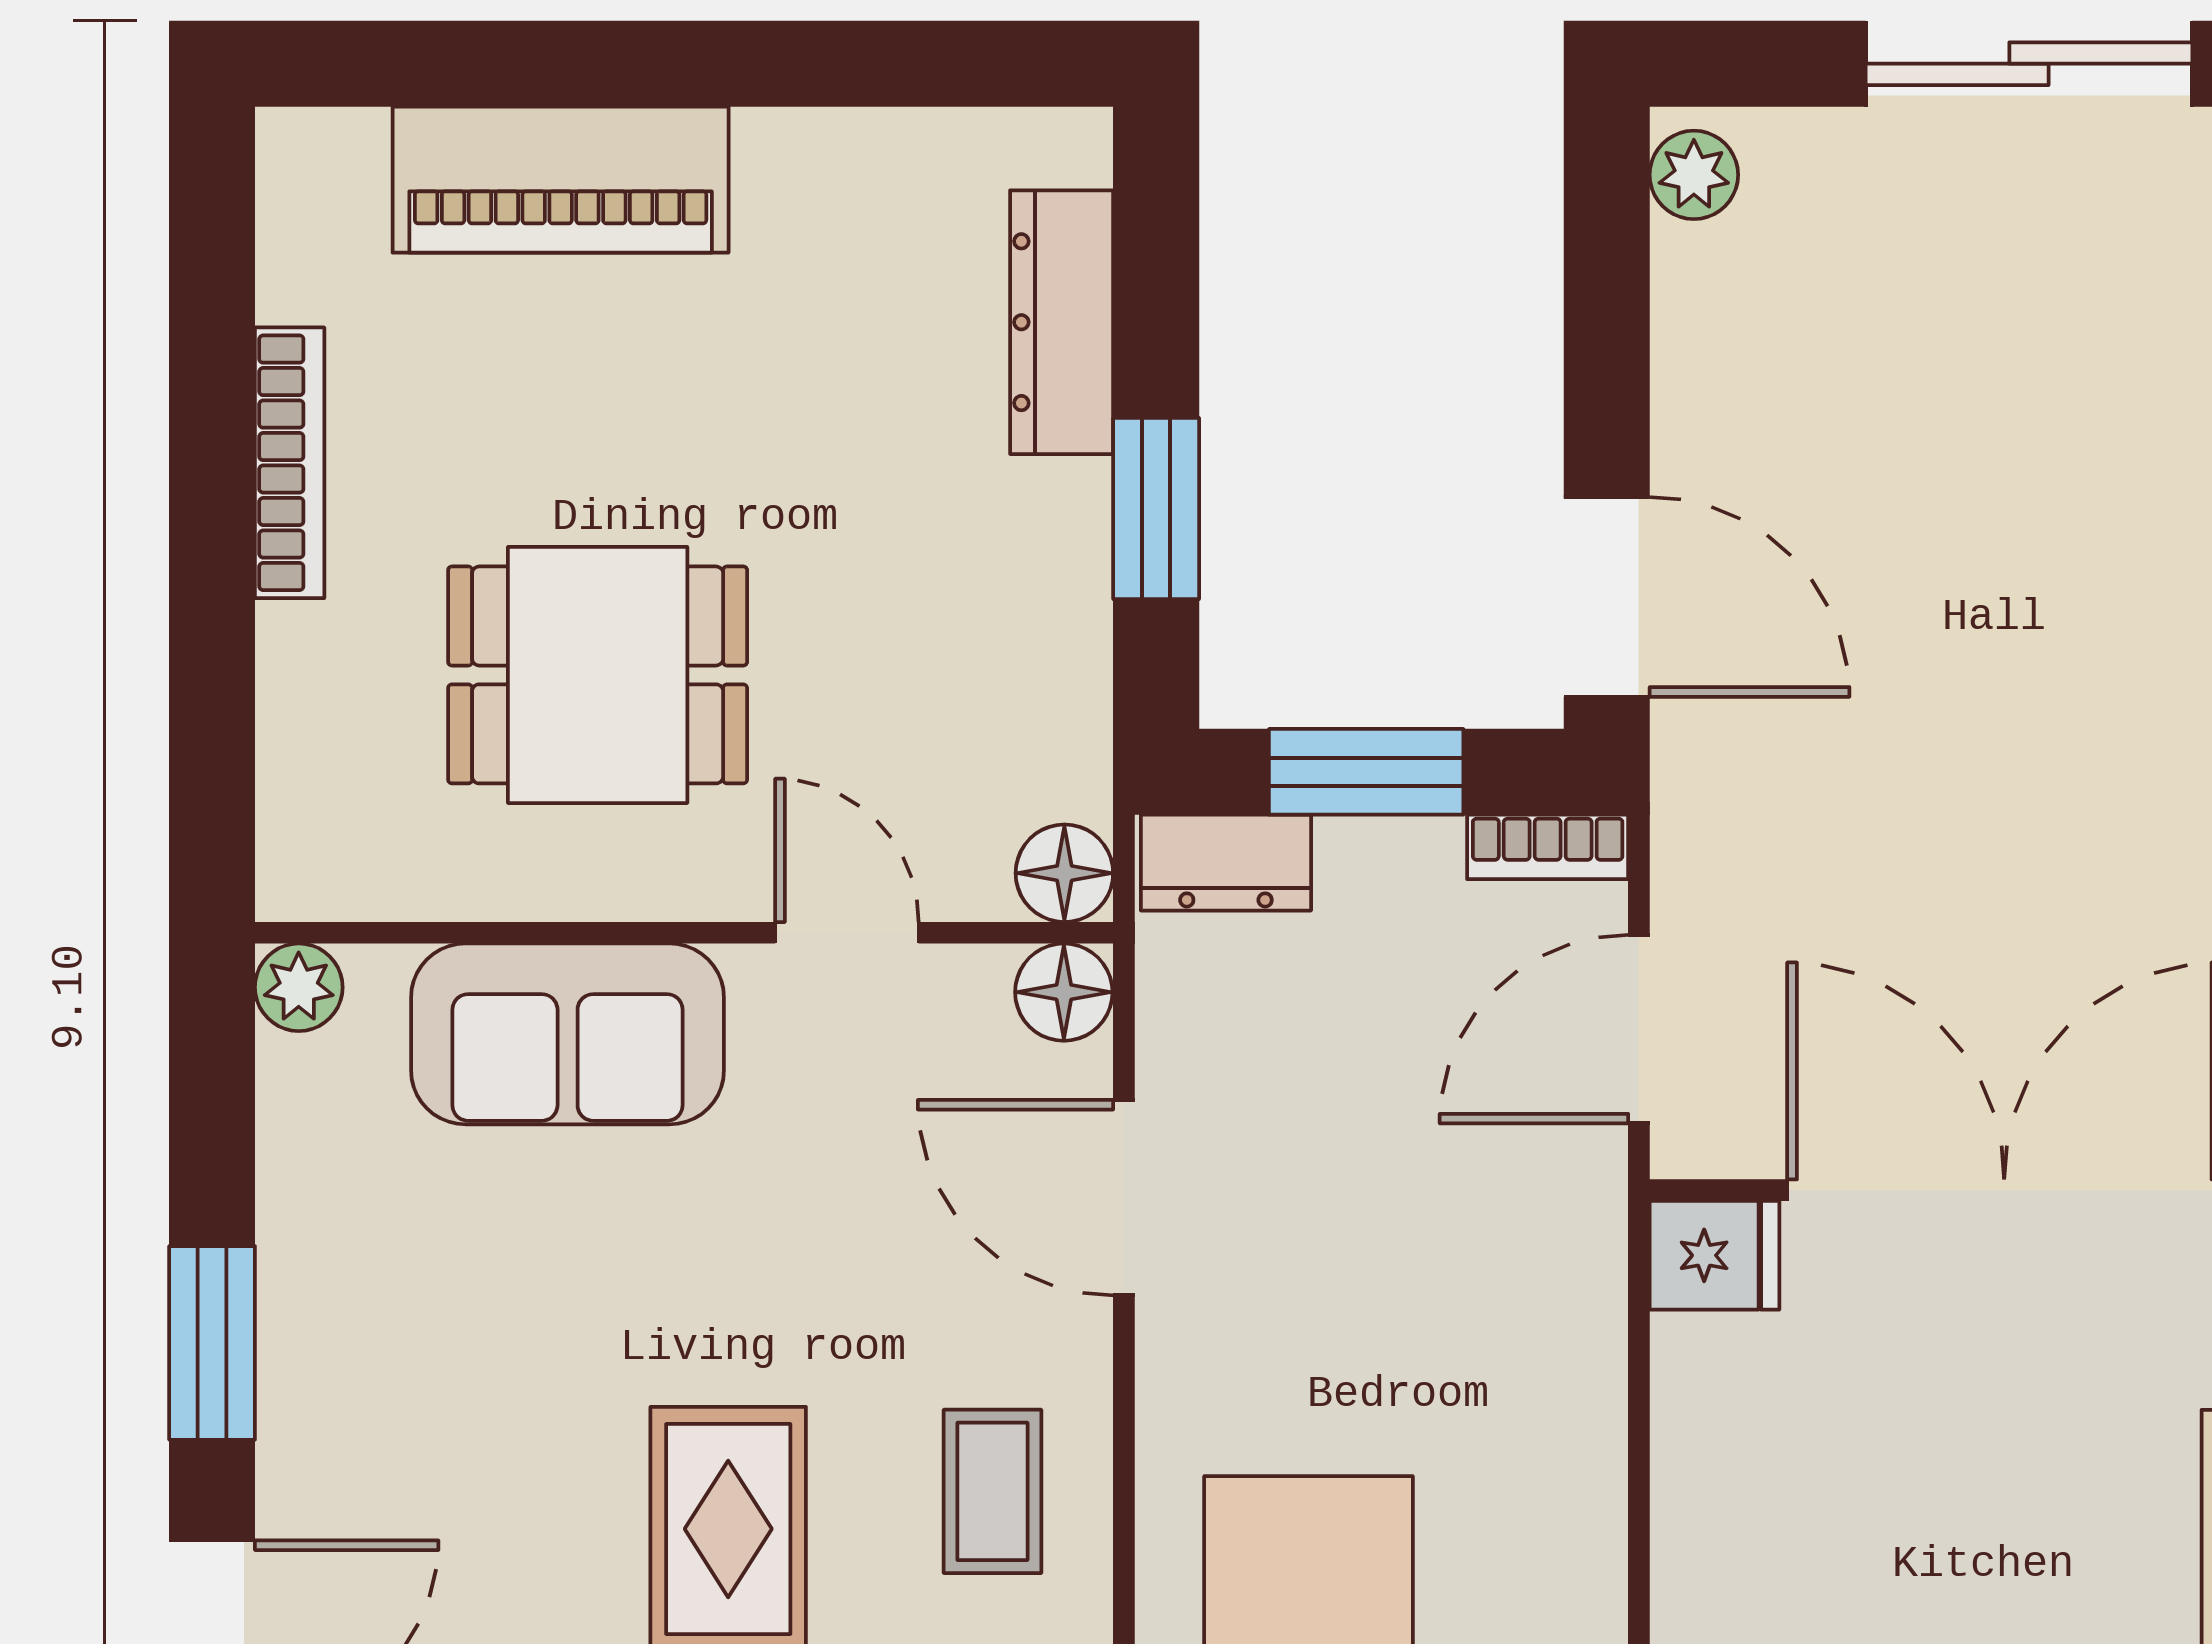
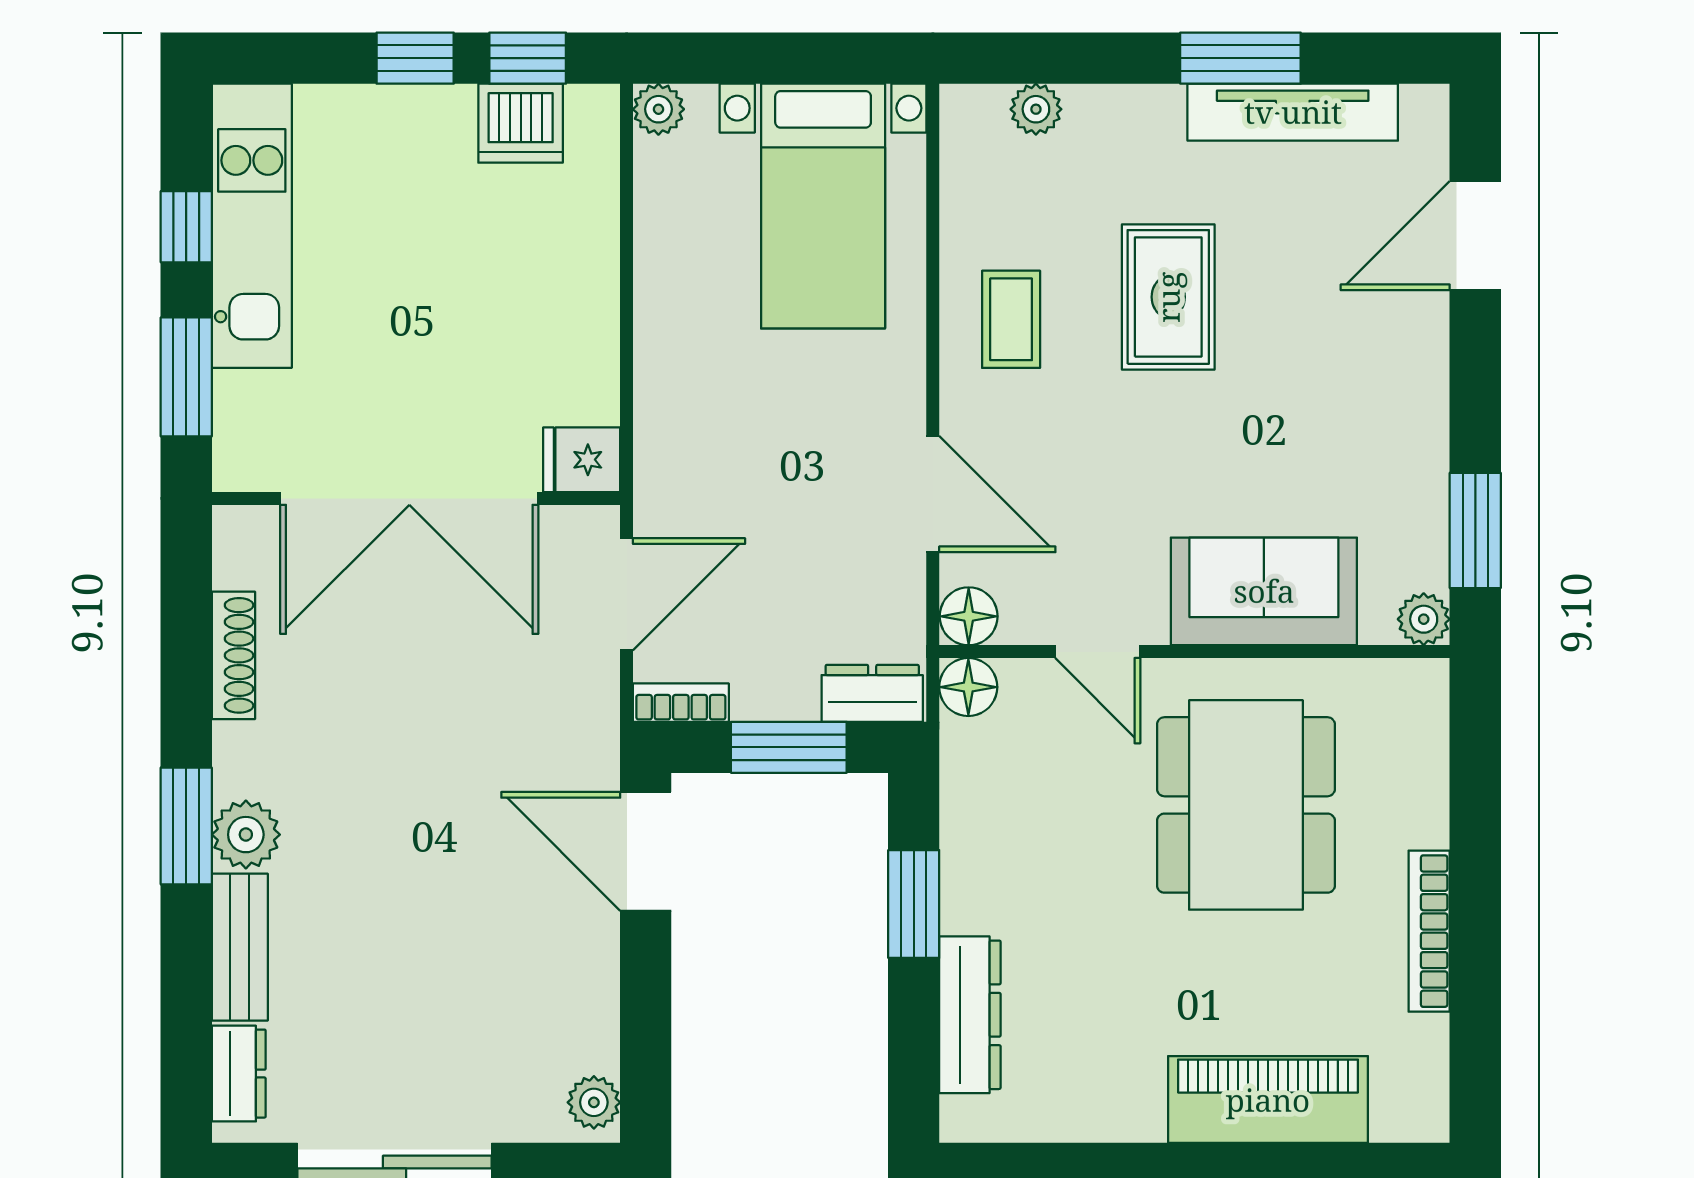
dining table: (598, 675) -> (1246, 805), width x1.38
window: (212, 1343) -> (1475, 530), moved

